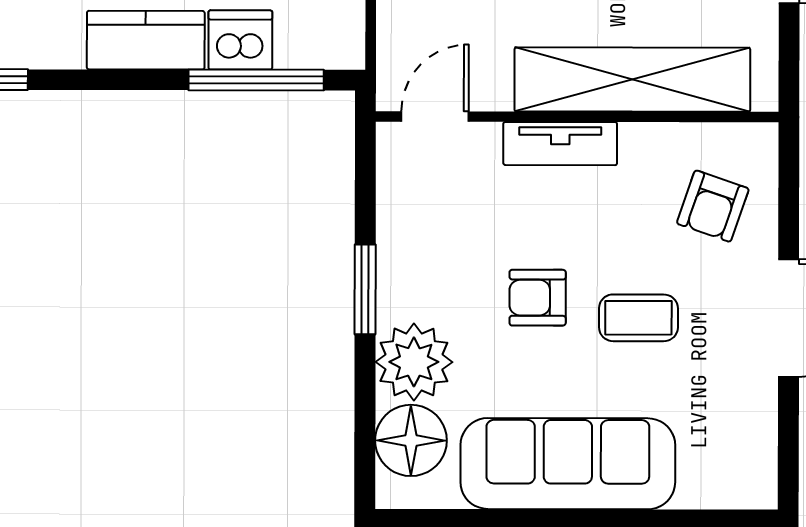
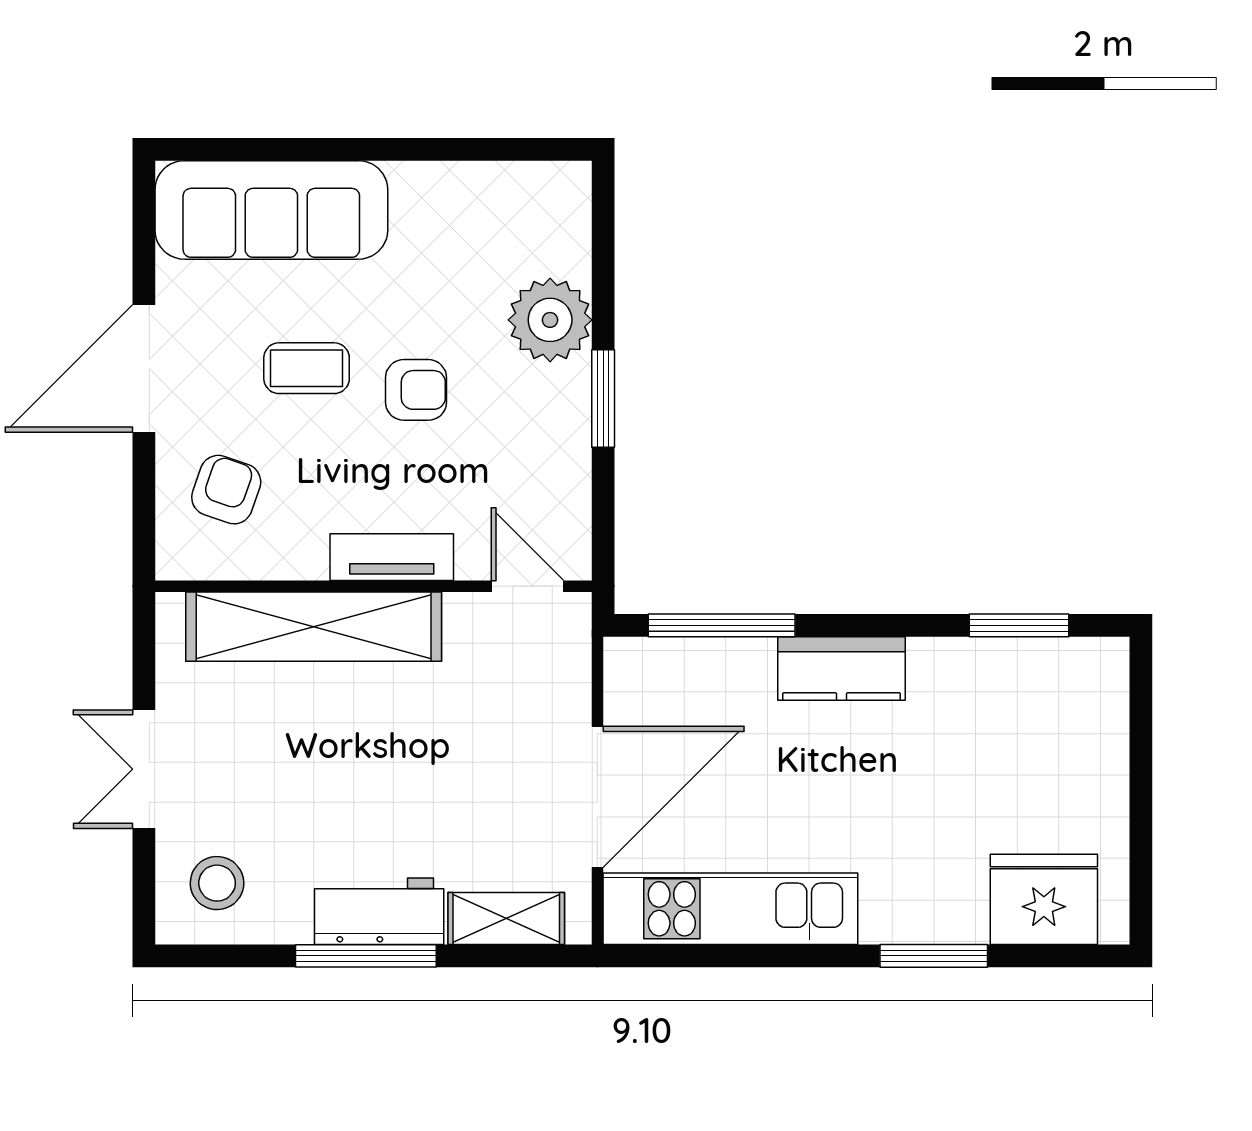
dishwasher: (240, 40) -> (739, 669), removed
door: (435, 116) -> (528, 586), swing flipped
floor lamp: (411, 440) -> (553, 235), removed
sofa: (568, 464) -> (271, 210), moved

